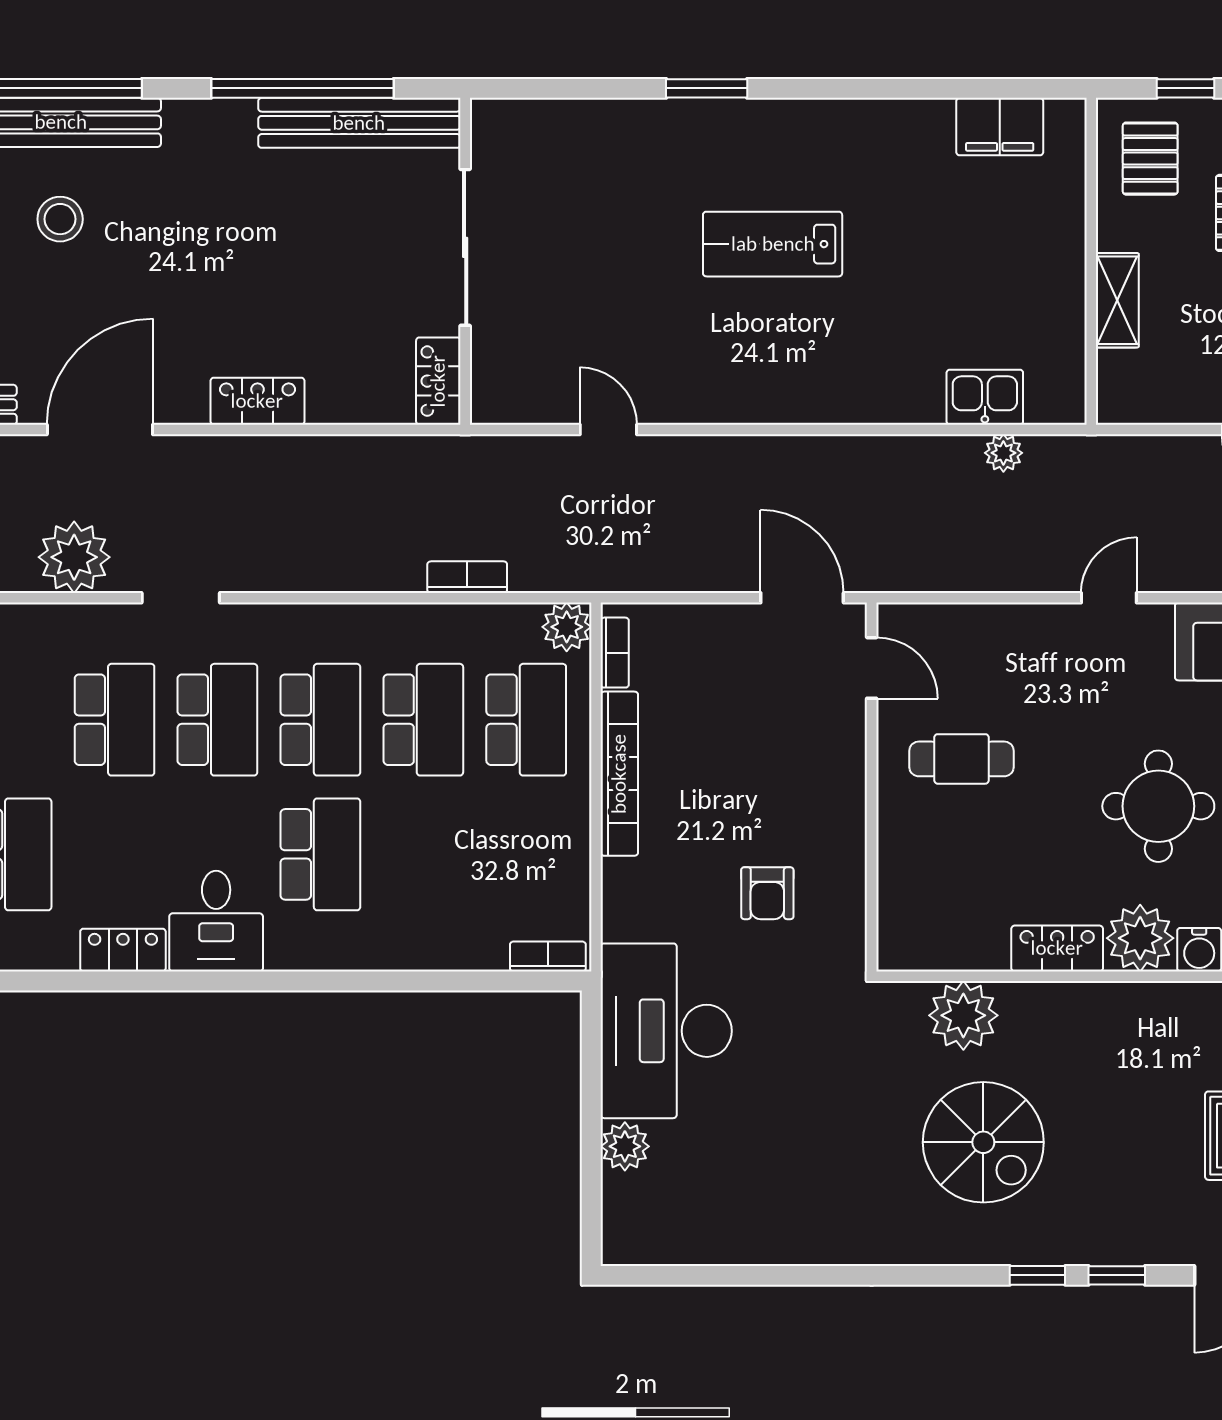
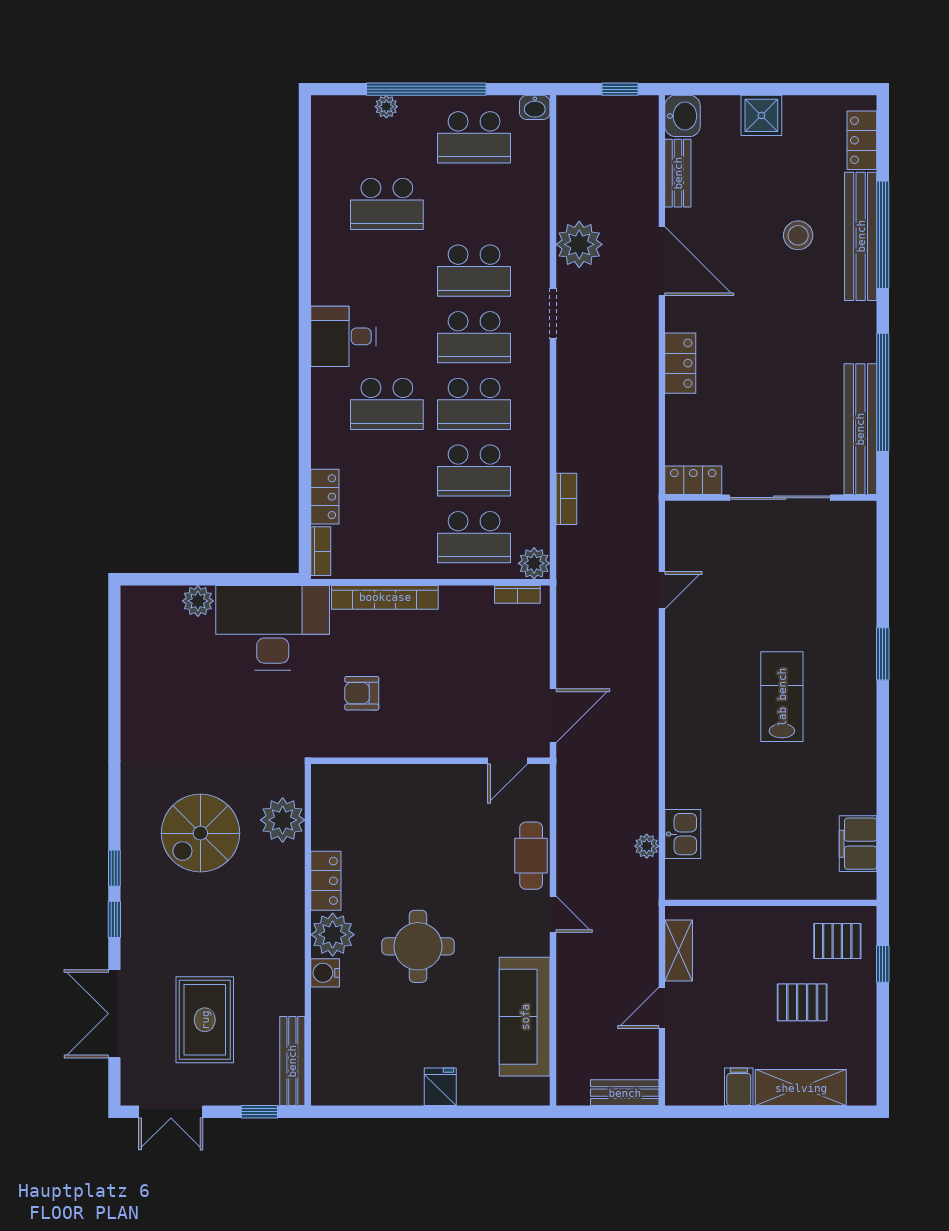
shelving: (1117, 300) -> (679, 950), moved, turned 90
cafe table: (961, 759) -> (531, 856), moved
bookcase: (619, 774) -> (385, 597), moved
locker: (123, 950) -> (325, 497), moved

